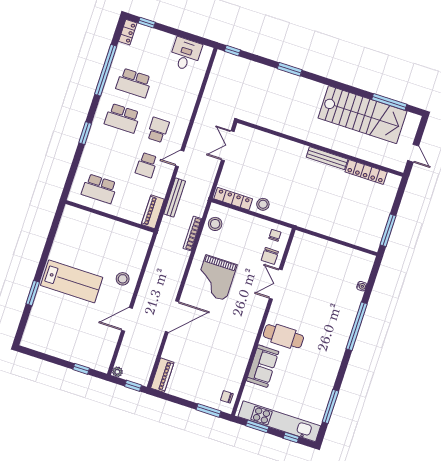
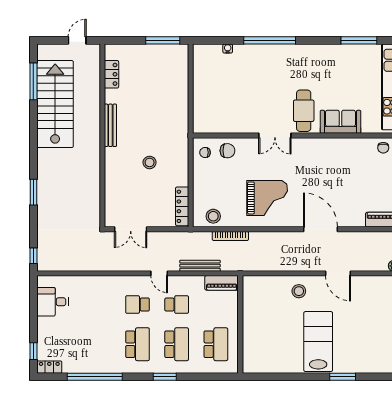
school desk: (134, 83) -> (177, 344), moved
locker: (366, 172) -> (111, 74), width x0.66
stool: (263, 204) -> (150, 162), moved
double door: (276, 284) -> (275, 136), moved

